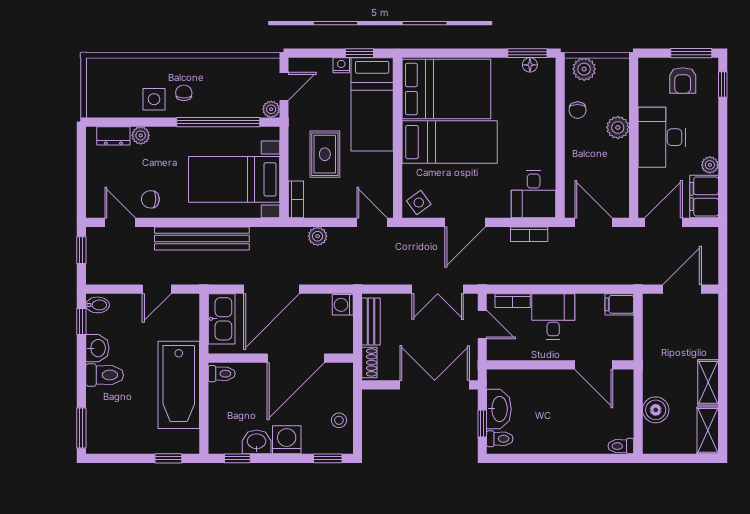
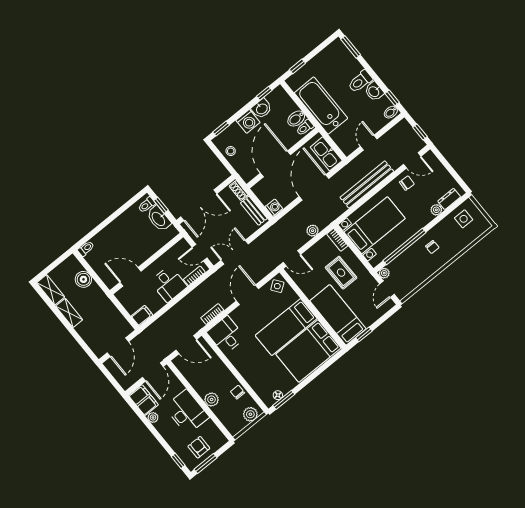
nightstand: (341, 65) -> (368, 322), removed
side table: (154, 99) -> (464, 219), moved
bidet: (223, 394) -> (296, 119), added

